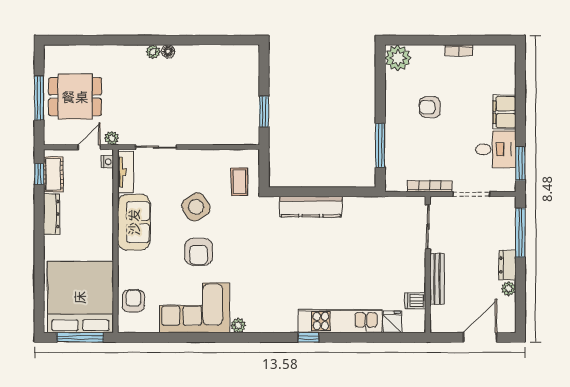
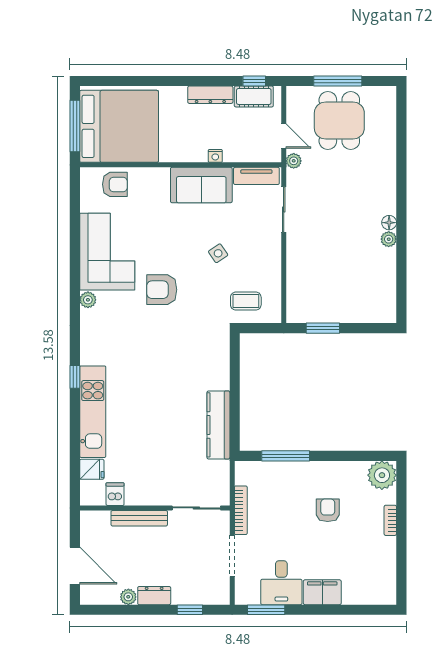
bookcase: (459, 50) -> (390, 520), moved
plant: (153, 52) -> (389, 239), moved
nightstand: (107, 162) -> (215, 156), moved
side table: (196, 207) -> (218, 253), width x0.54, depth x0.54
kitchen counter: (311, 207) -> (218, 425), moved
window: (520, 233) -> (190, 610), width x0.46
armchair: (199, 252) -> (162, 290), moved

